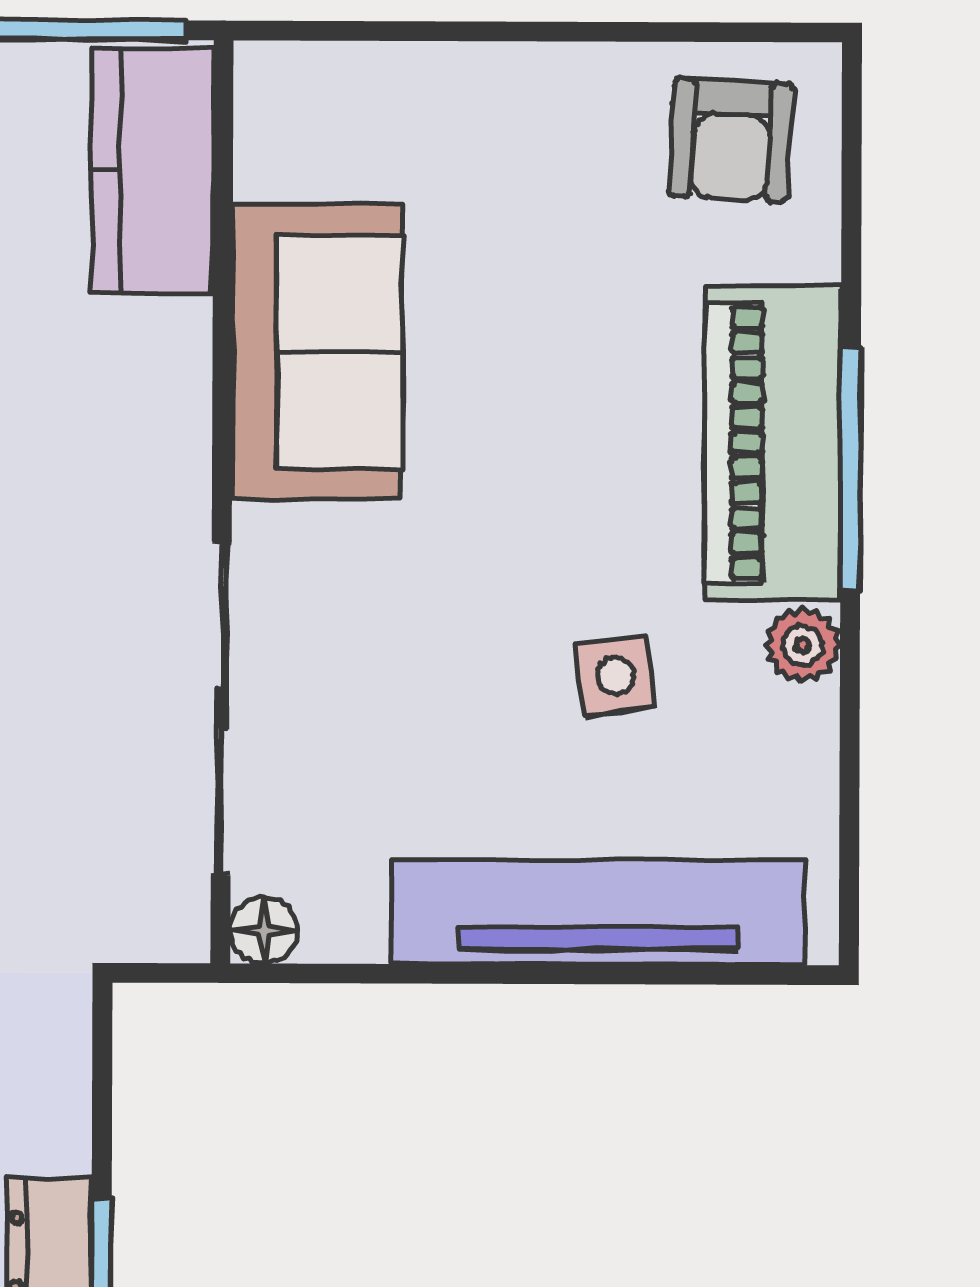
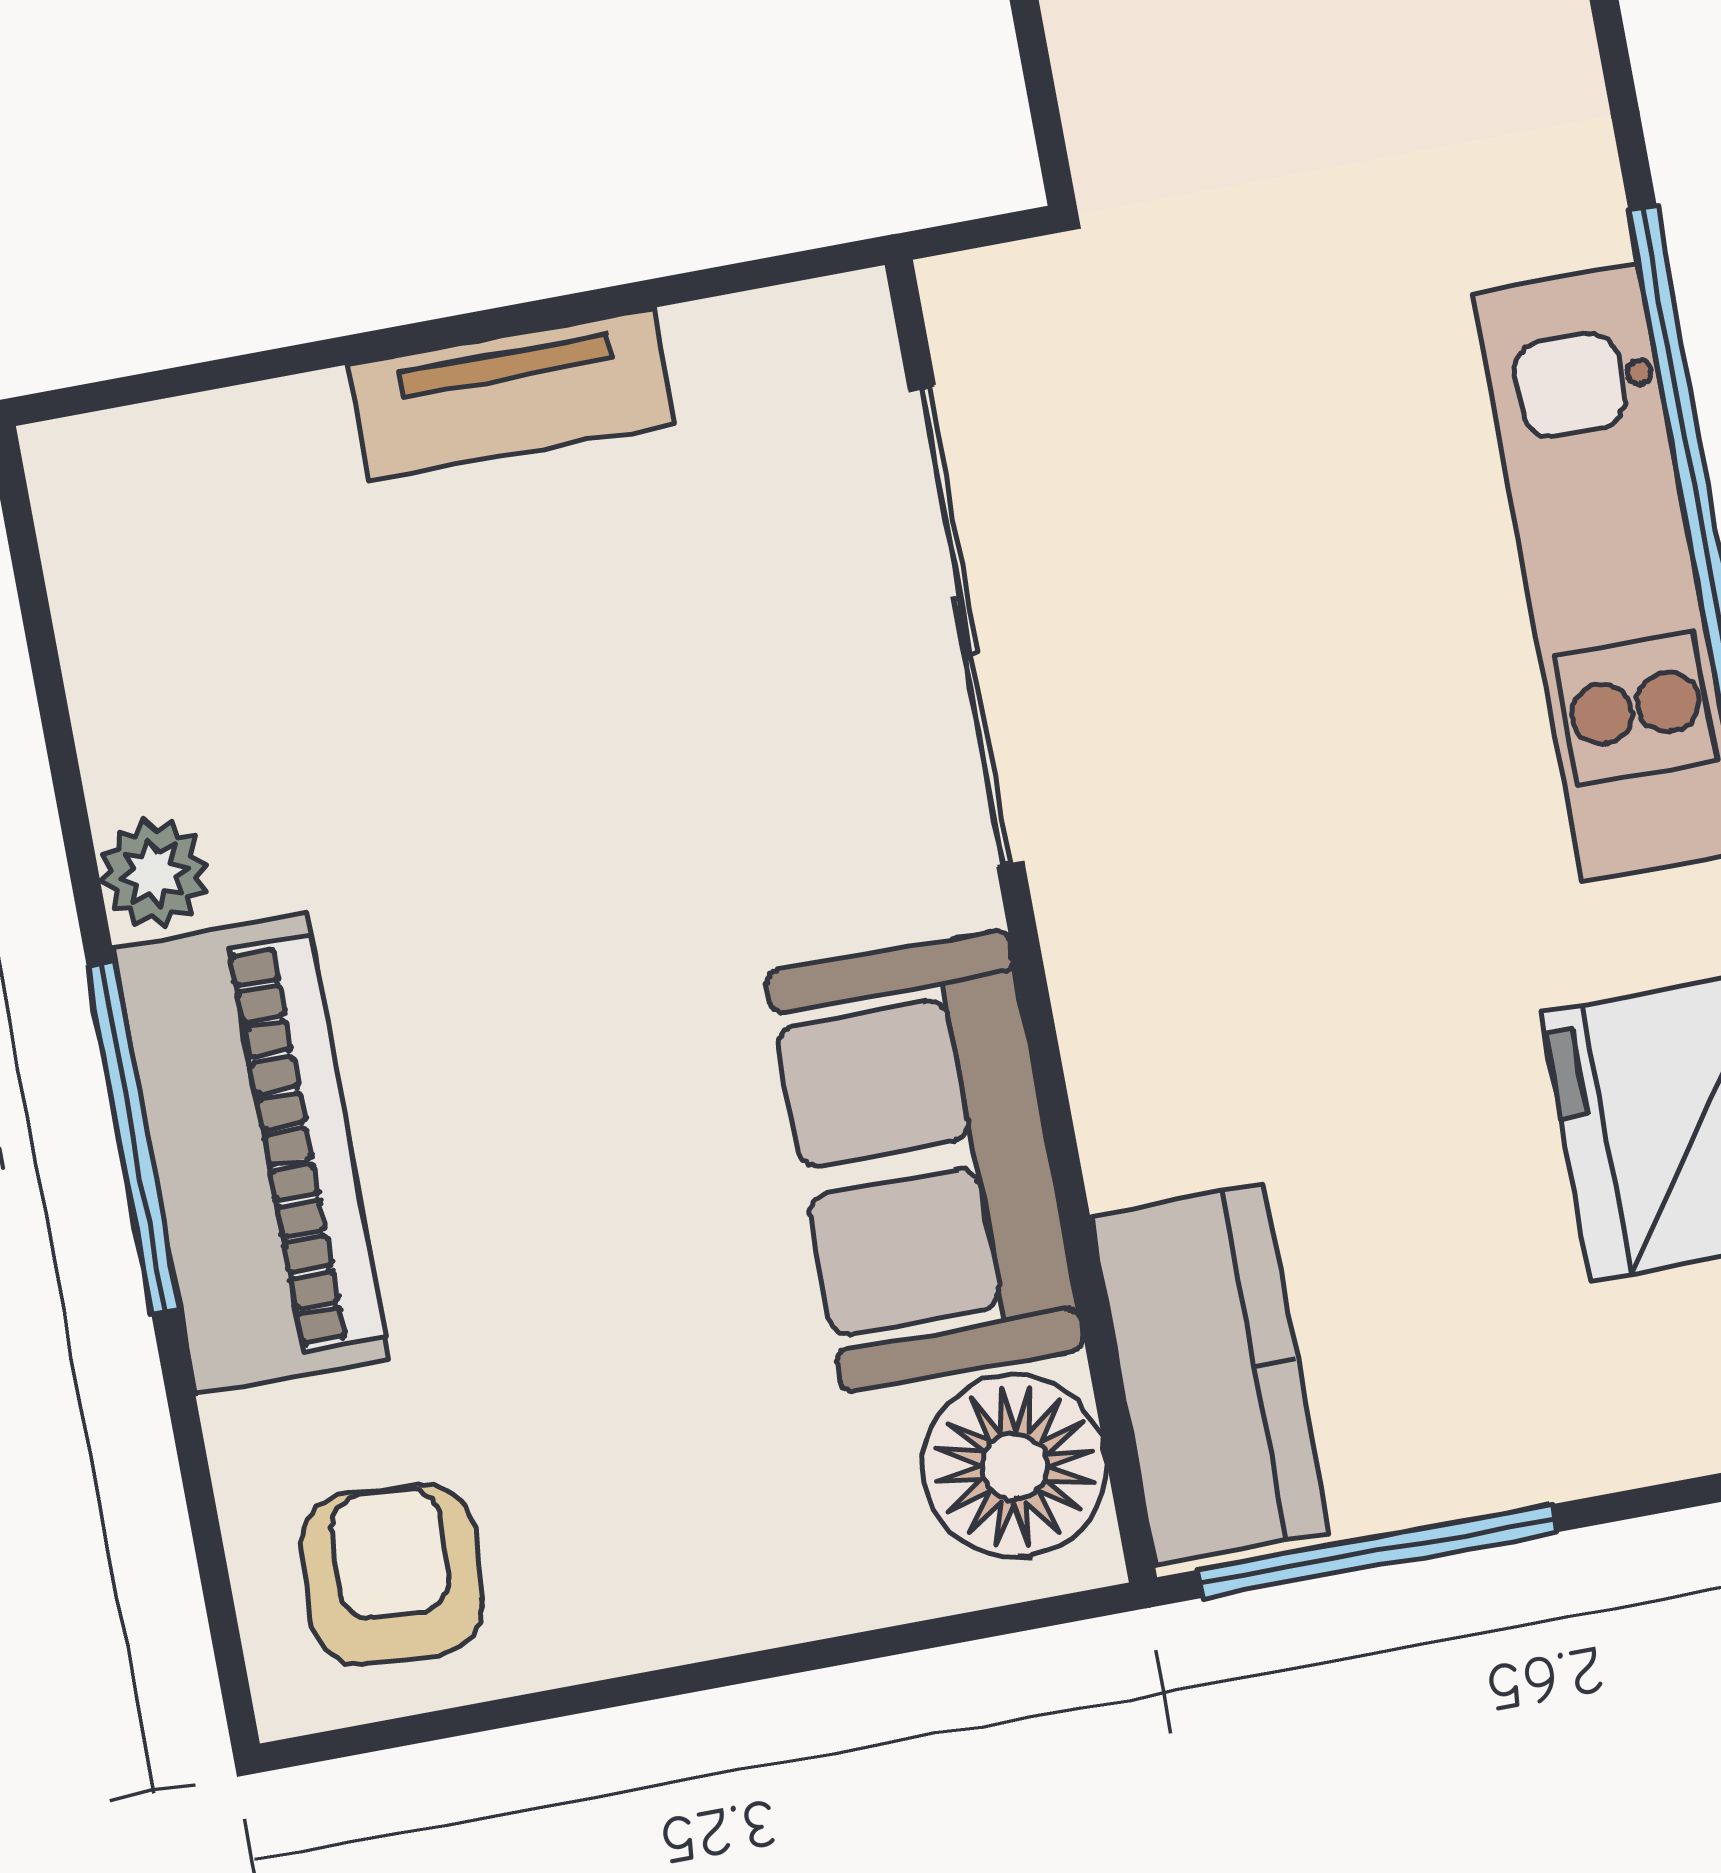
side table: (616, 676) -> (412, 779), removed
tv unit: (598, 912) -> (511, 395), width x0.52, depth x0.78
floor lamp: (264, 930) -> (1014, 1466), moved, width x1.89, depth x1.89

